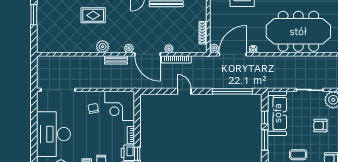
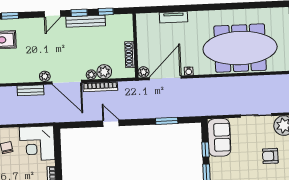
plant: (103, 47) -> (104, 72), moved
window: (232, 91) -> (167, 121), width x0.47
sofa: (277, 113) -> (219, 137), width x0.73

